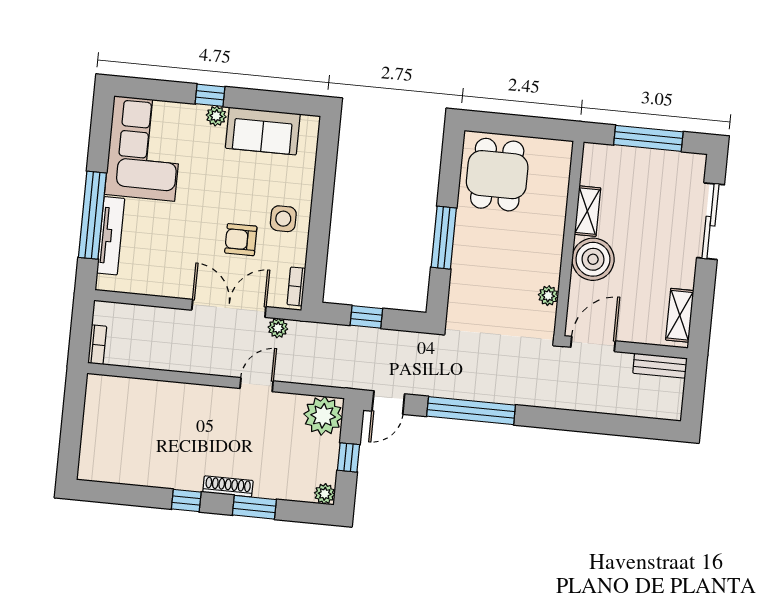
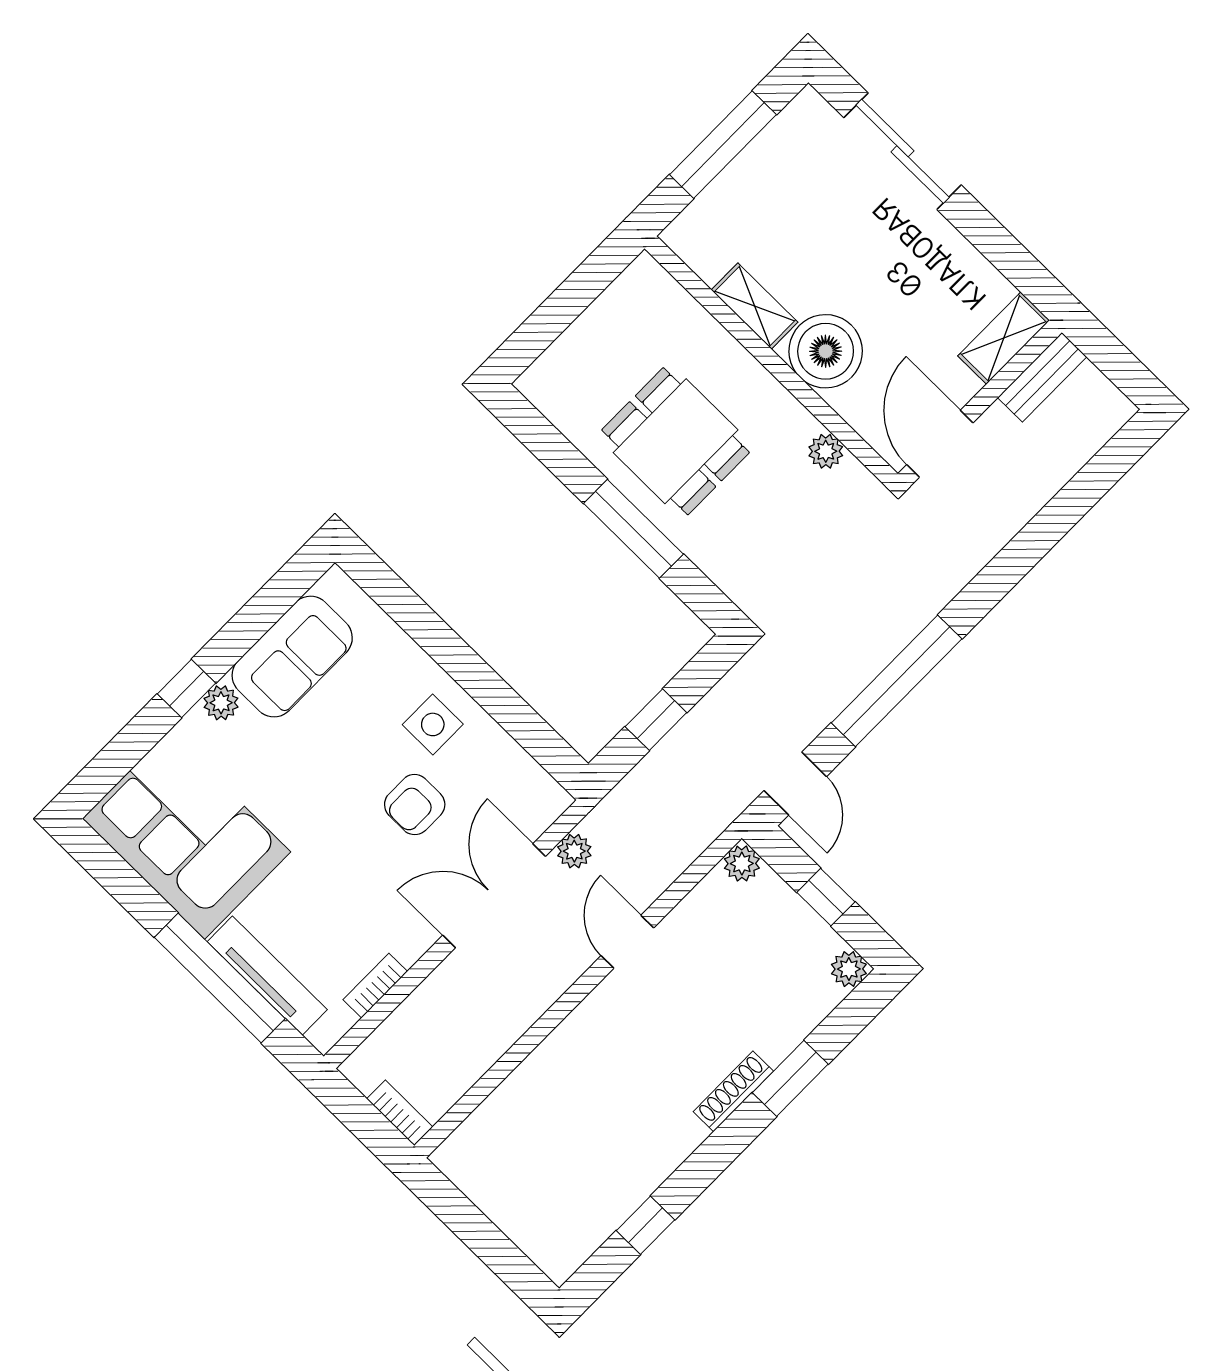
dining table: (497, 175) -> (676, 441), moved
bookcase: (296, 286) -> (375, 986), moved, turned 90
shelving: (680, 315) -> (1004, 338), moved, turned 90
plant: (323, 416) -> (742, 864), width x0.53, depth x0.53
window: (186, 501) -> (645, 1225), moved

